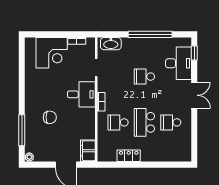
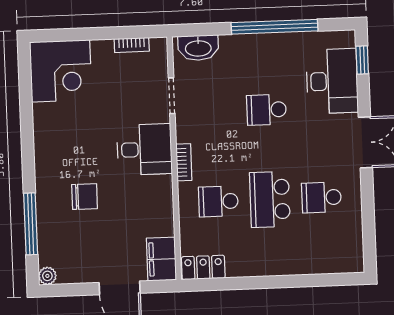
corner desk: (52, 53) -> (61, 71), moved
locker: (129, 156) -> (203, 267), moved

